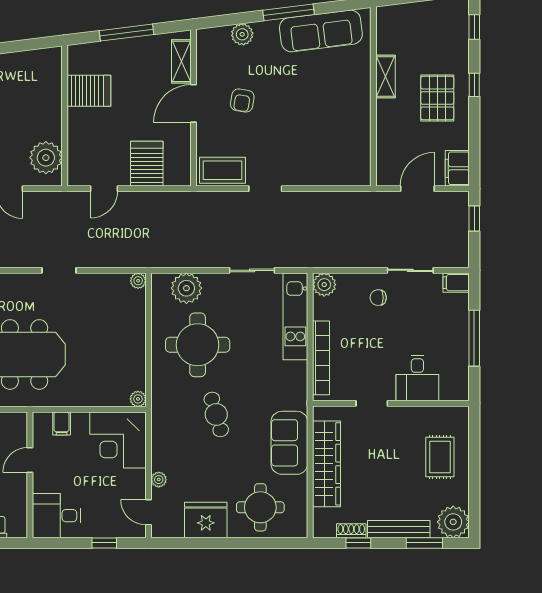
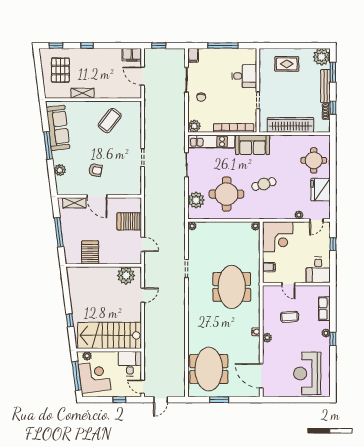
pallet: (437, 98) -> (60, 70), moved, turned 90
coffee table: (223, 170) -> (110, 121), moved, turned 38
sofa: (289, 443) -> (252, 145), moved

